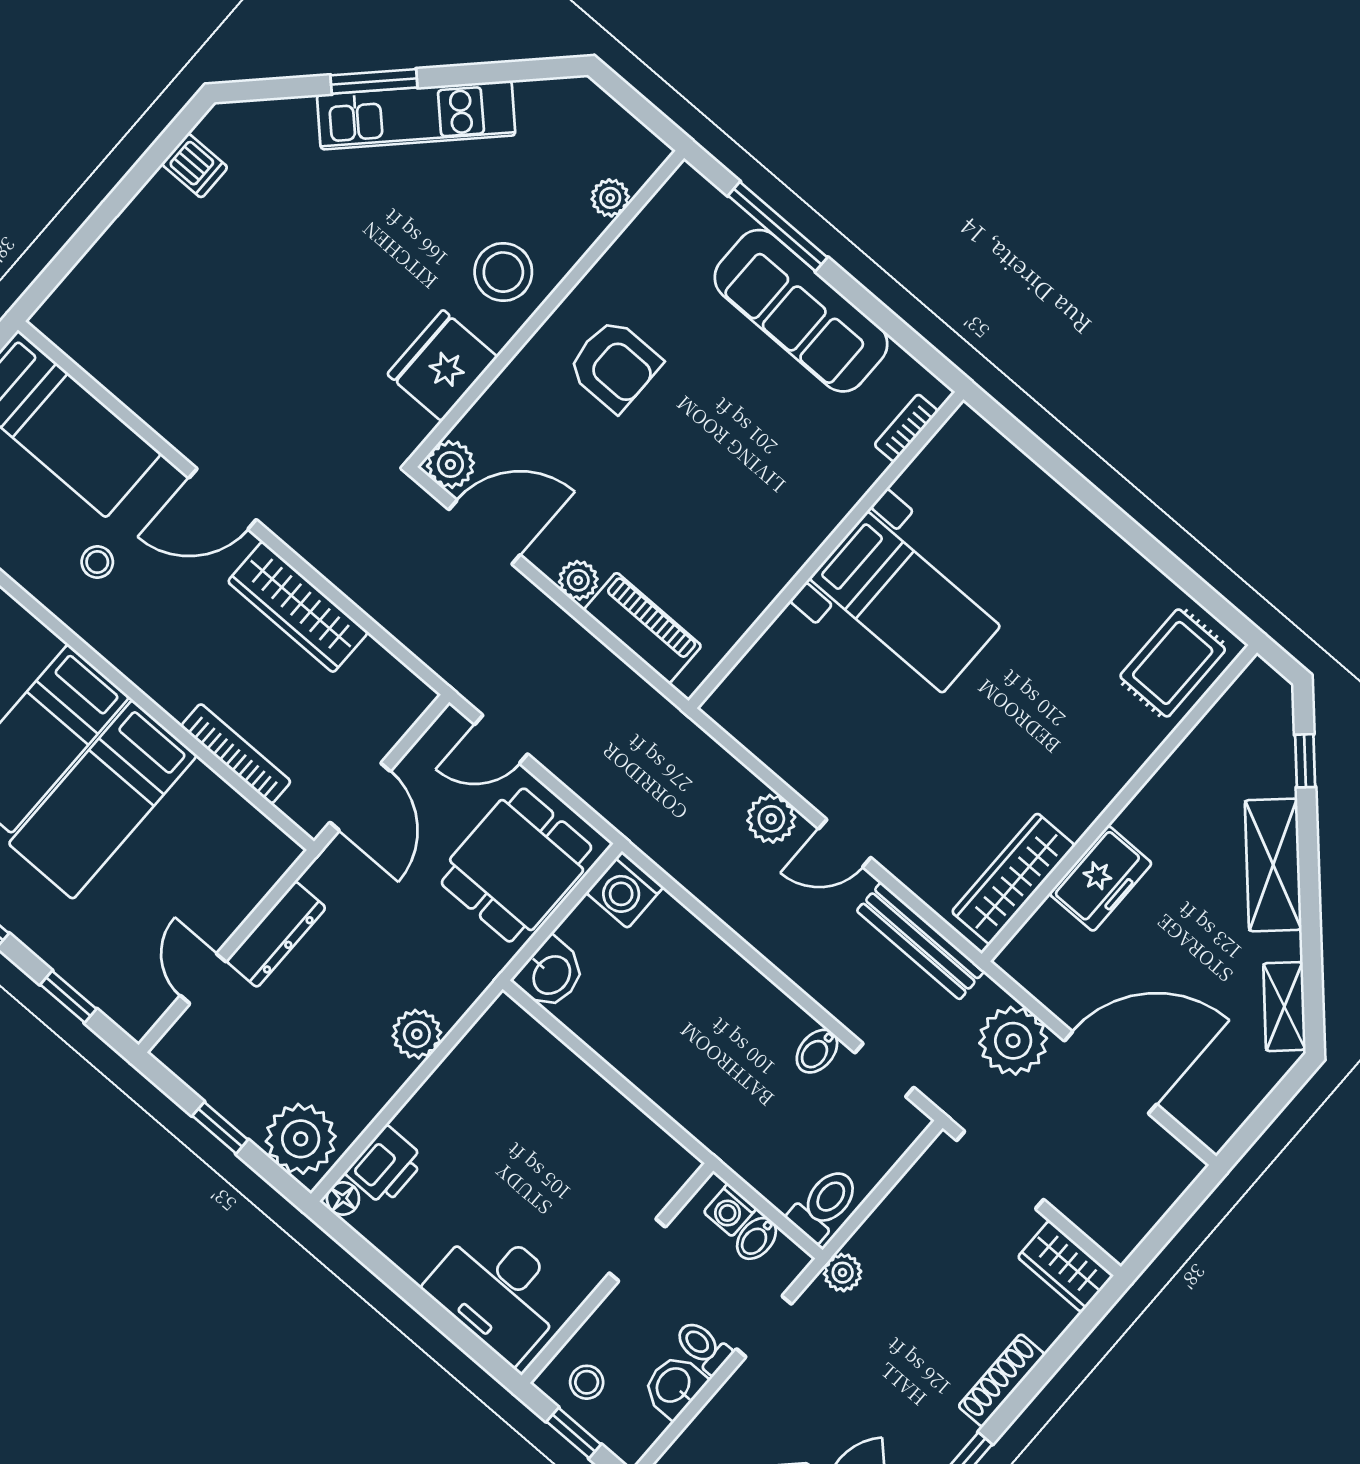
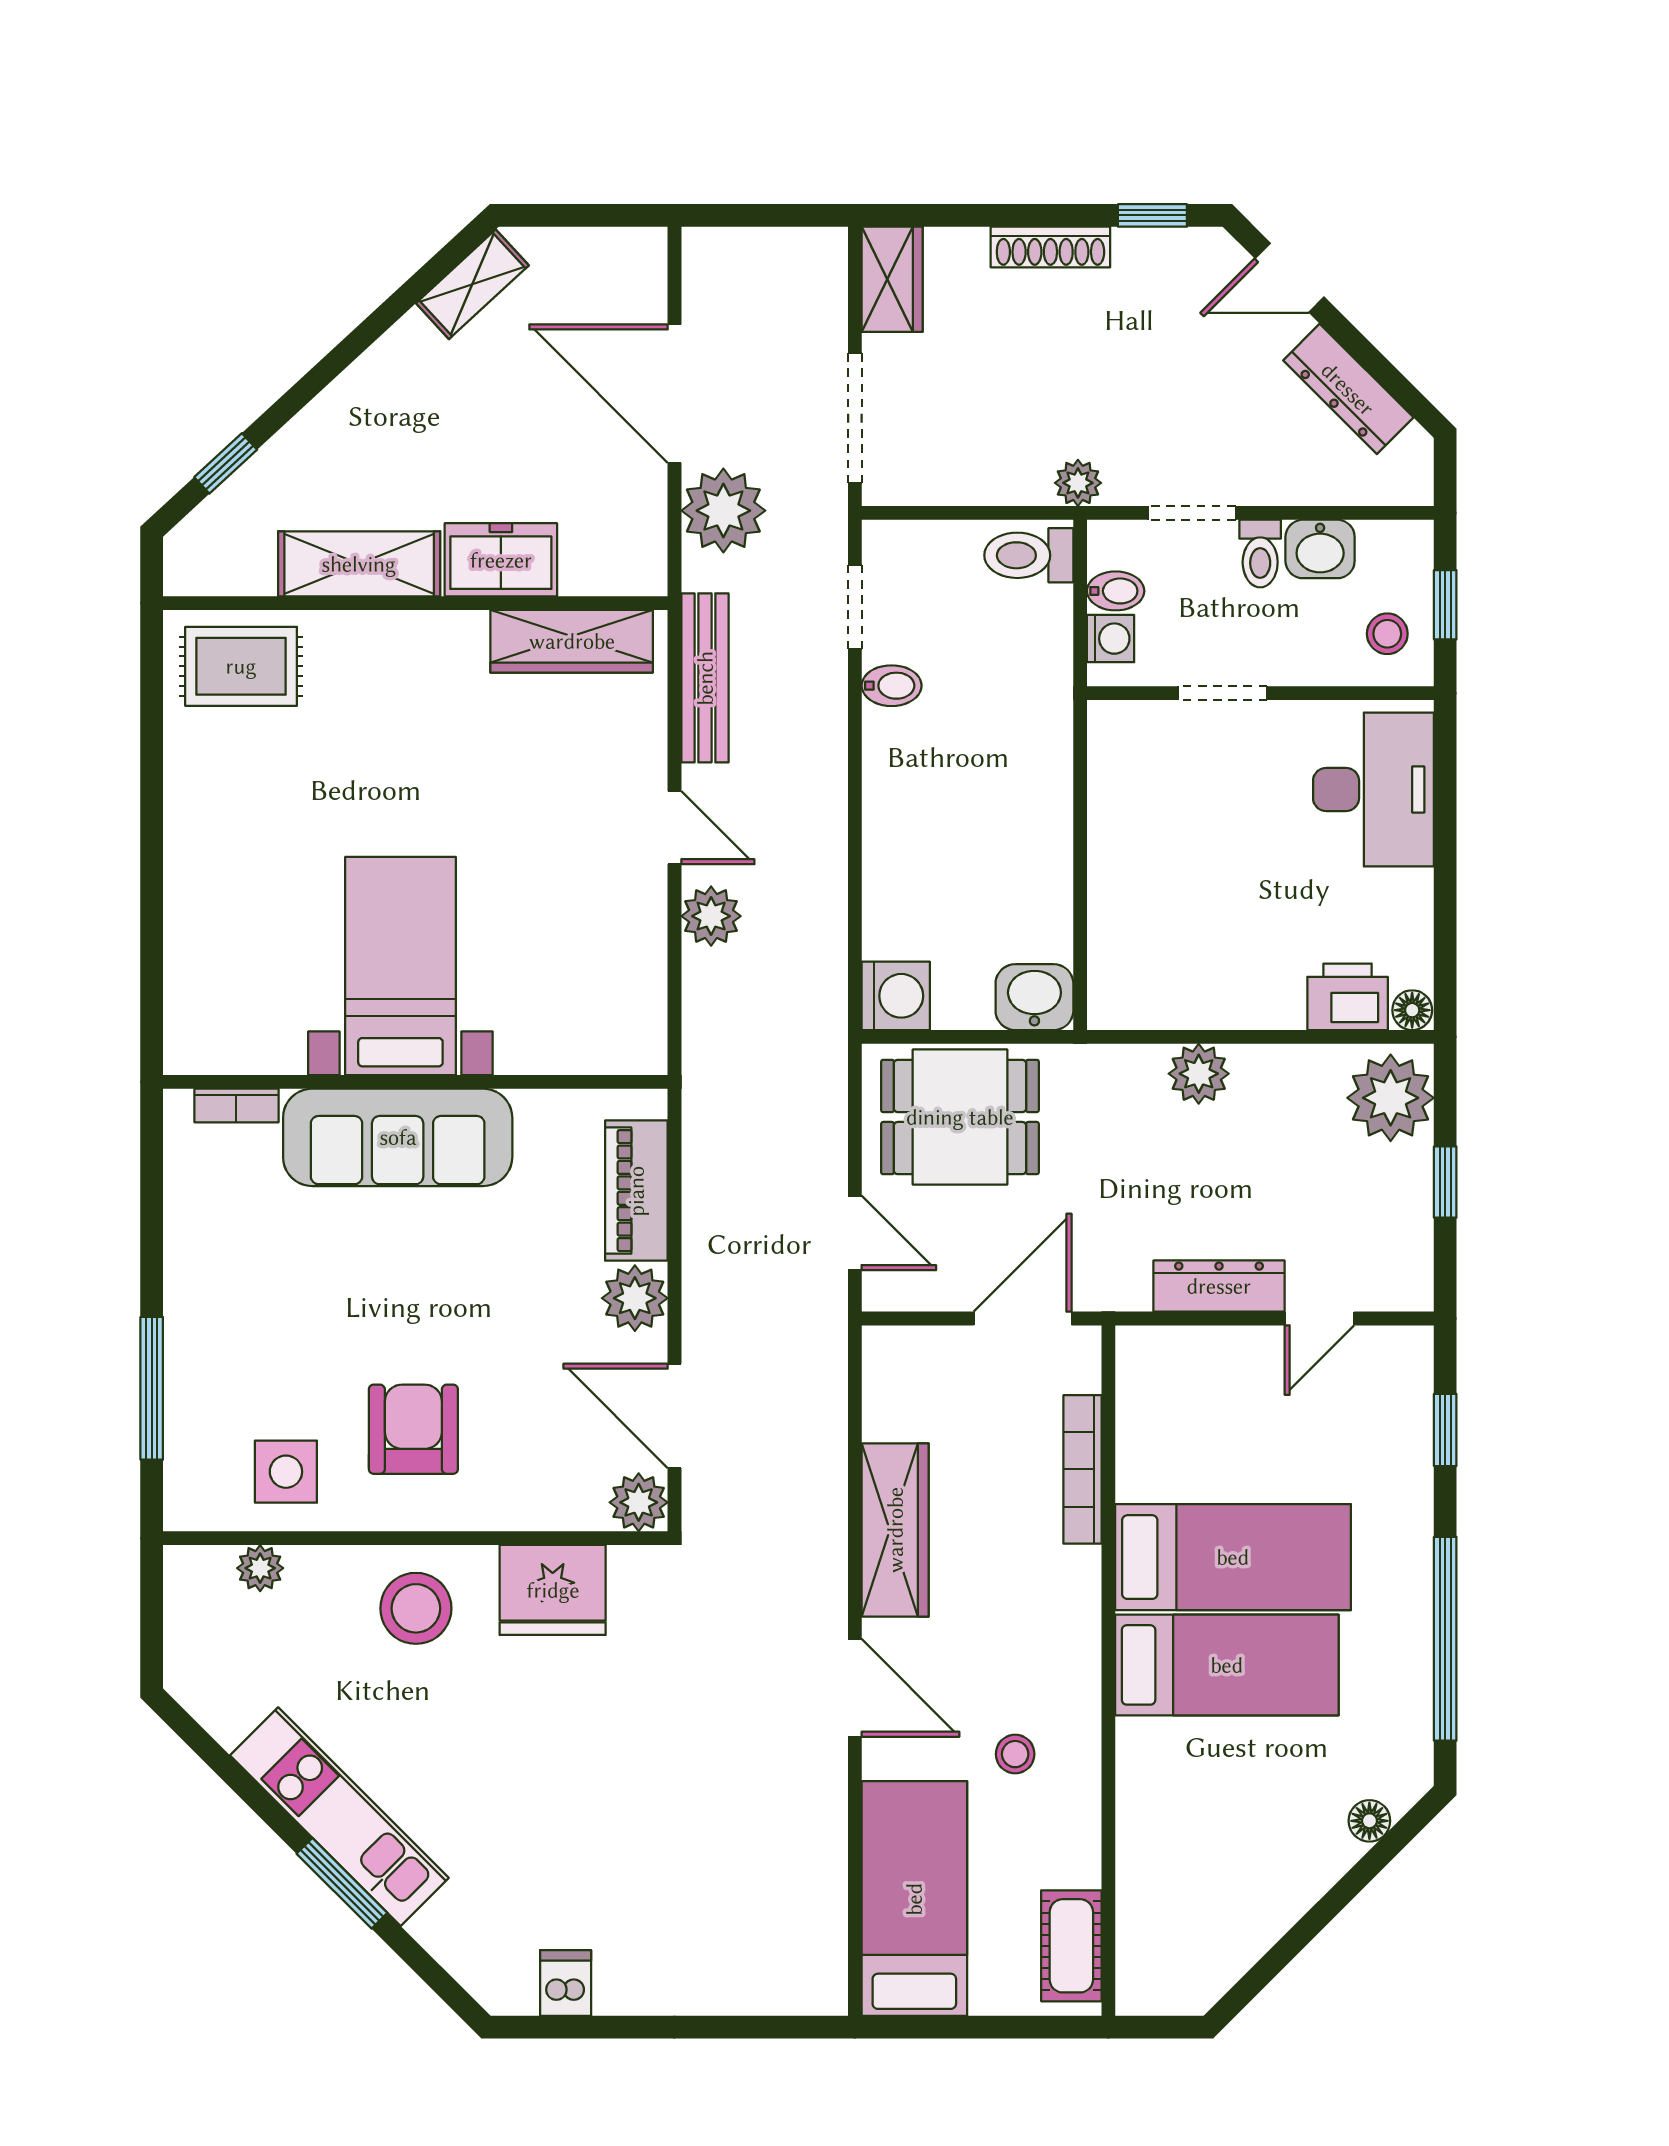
side table: (656, 265) -> (286, 1472), added
sofa: (801, 311) -> (398, 1137), moved, turned 90
plant: (578, 580) -> (635, 1298), width x1.38, depth x1.38
shelving: (1273, 865) -> (359, 564), moved, turned 43

